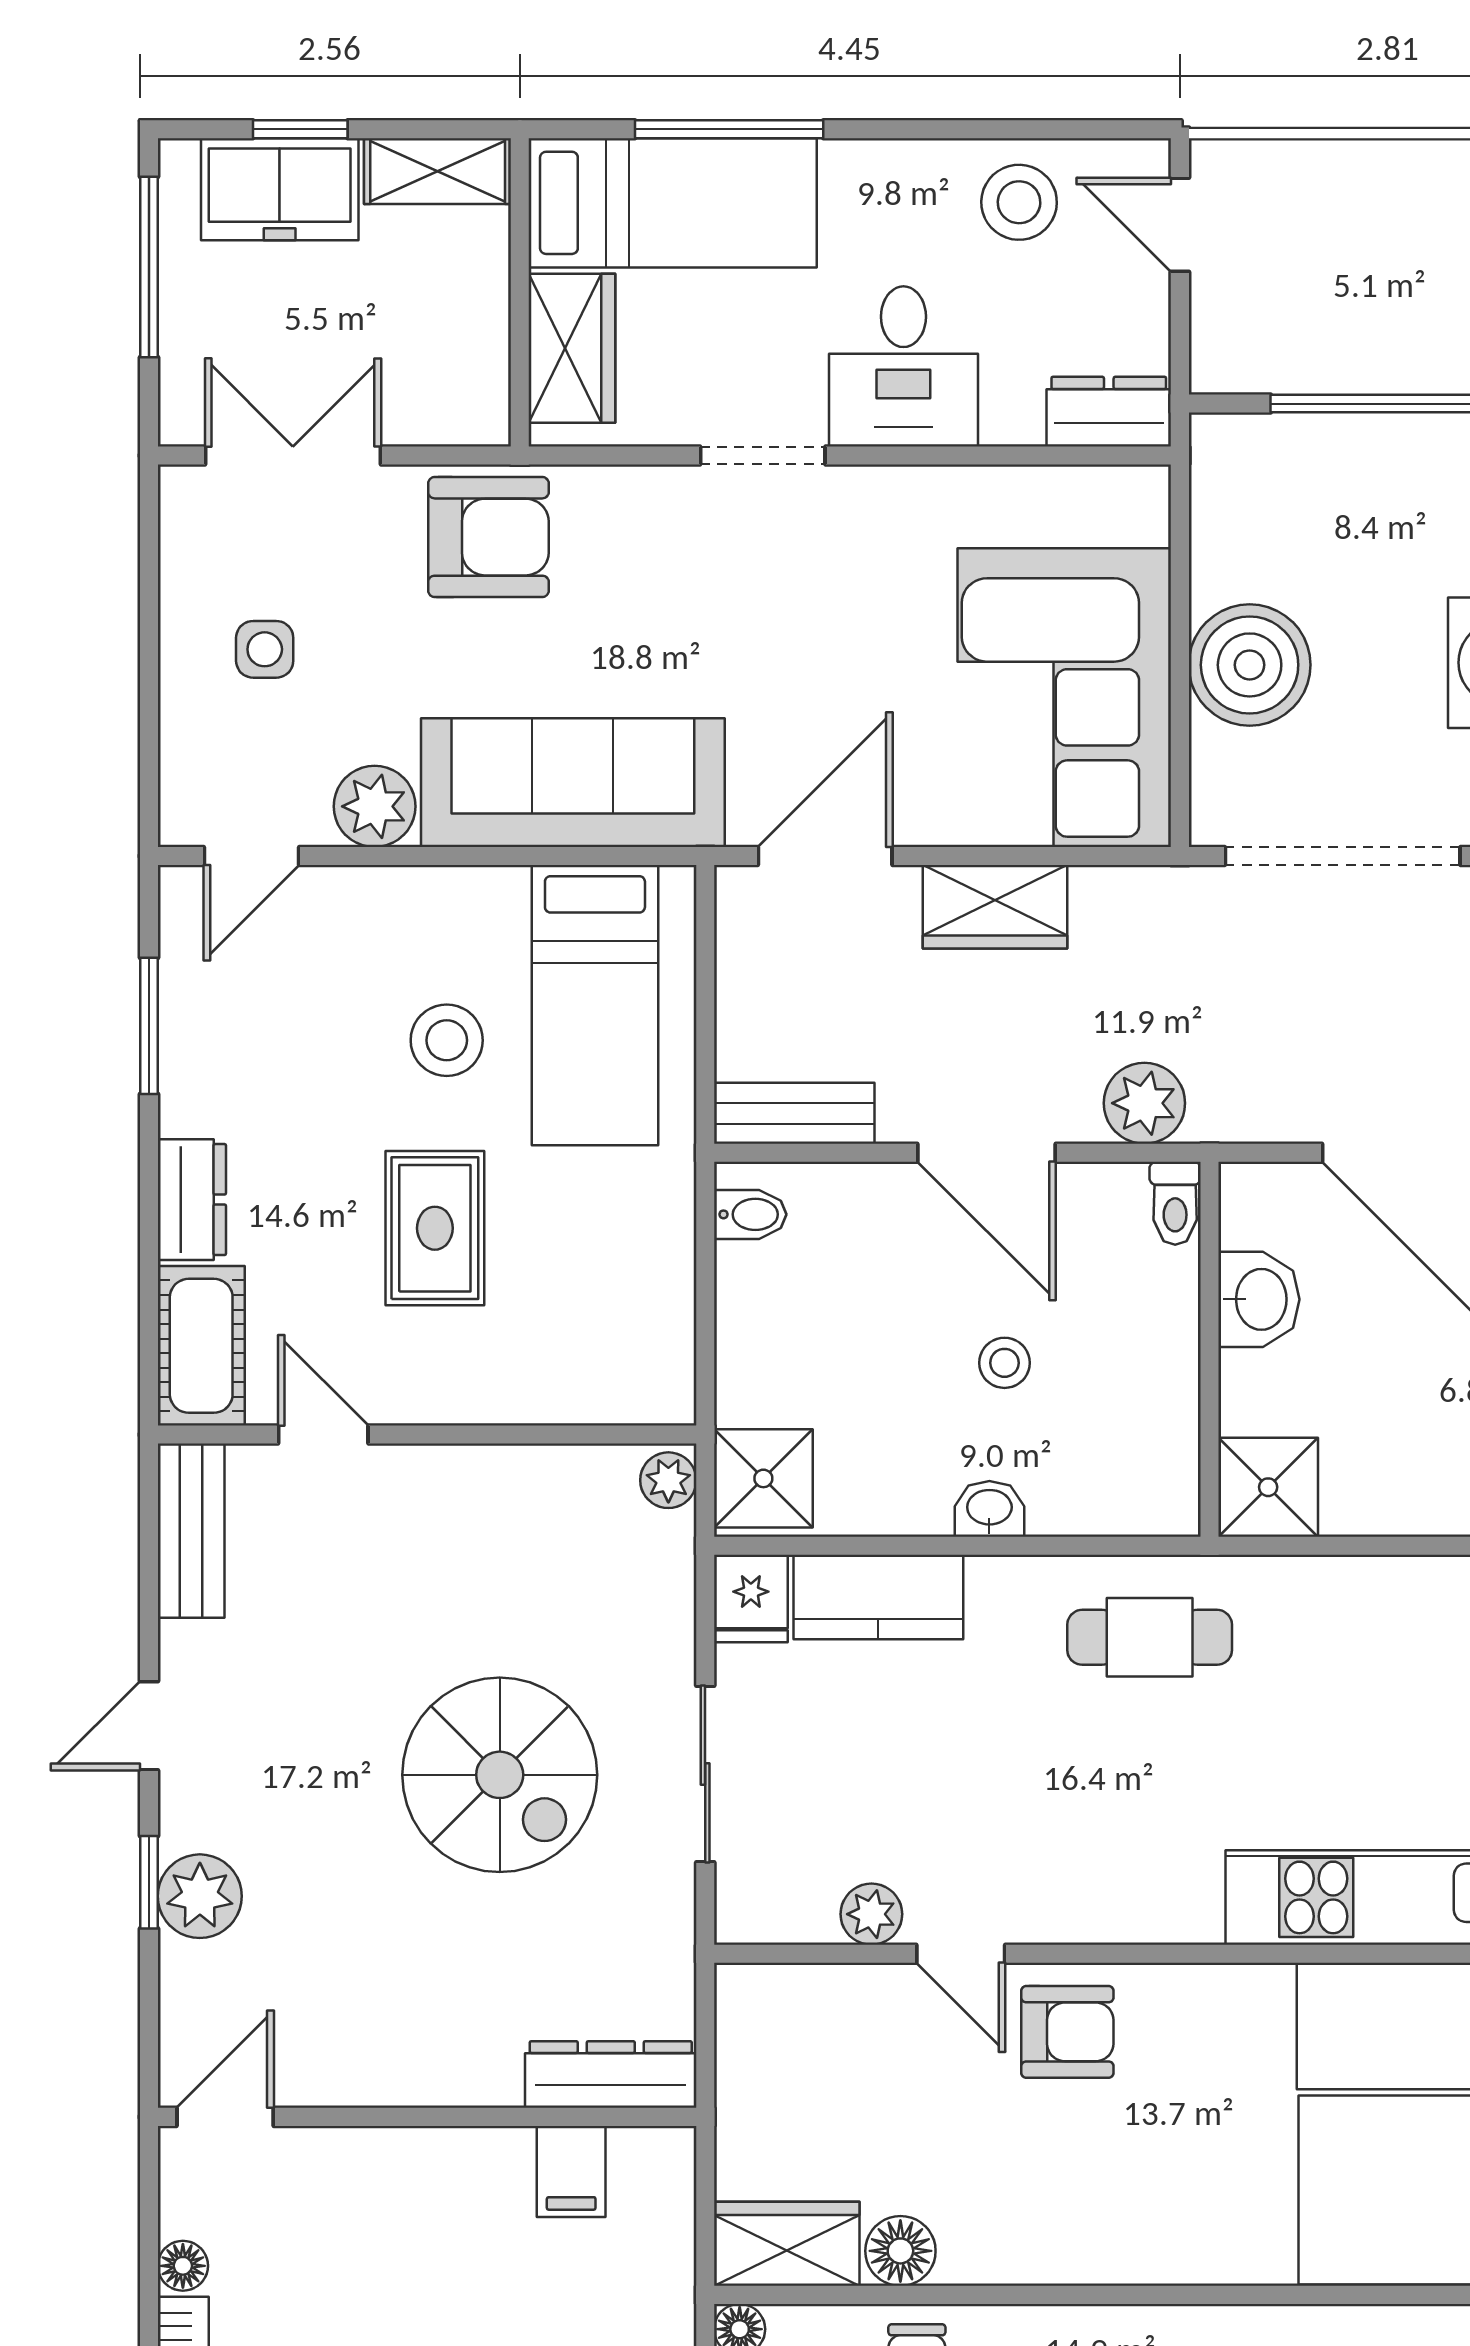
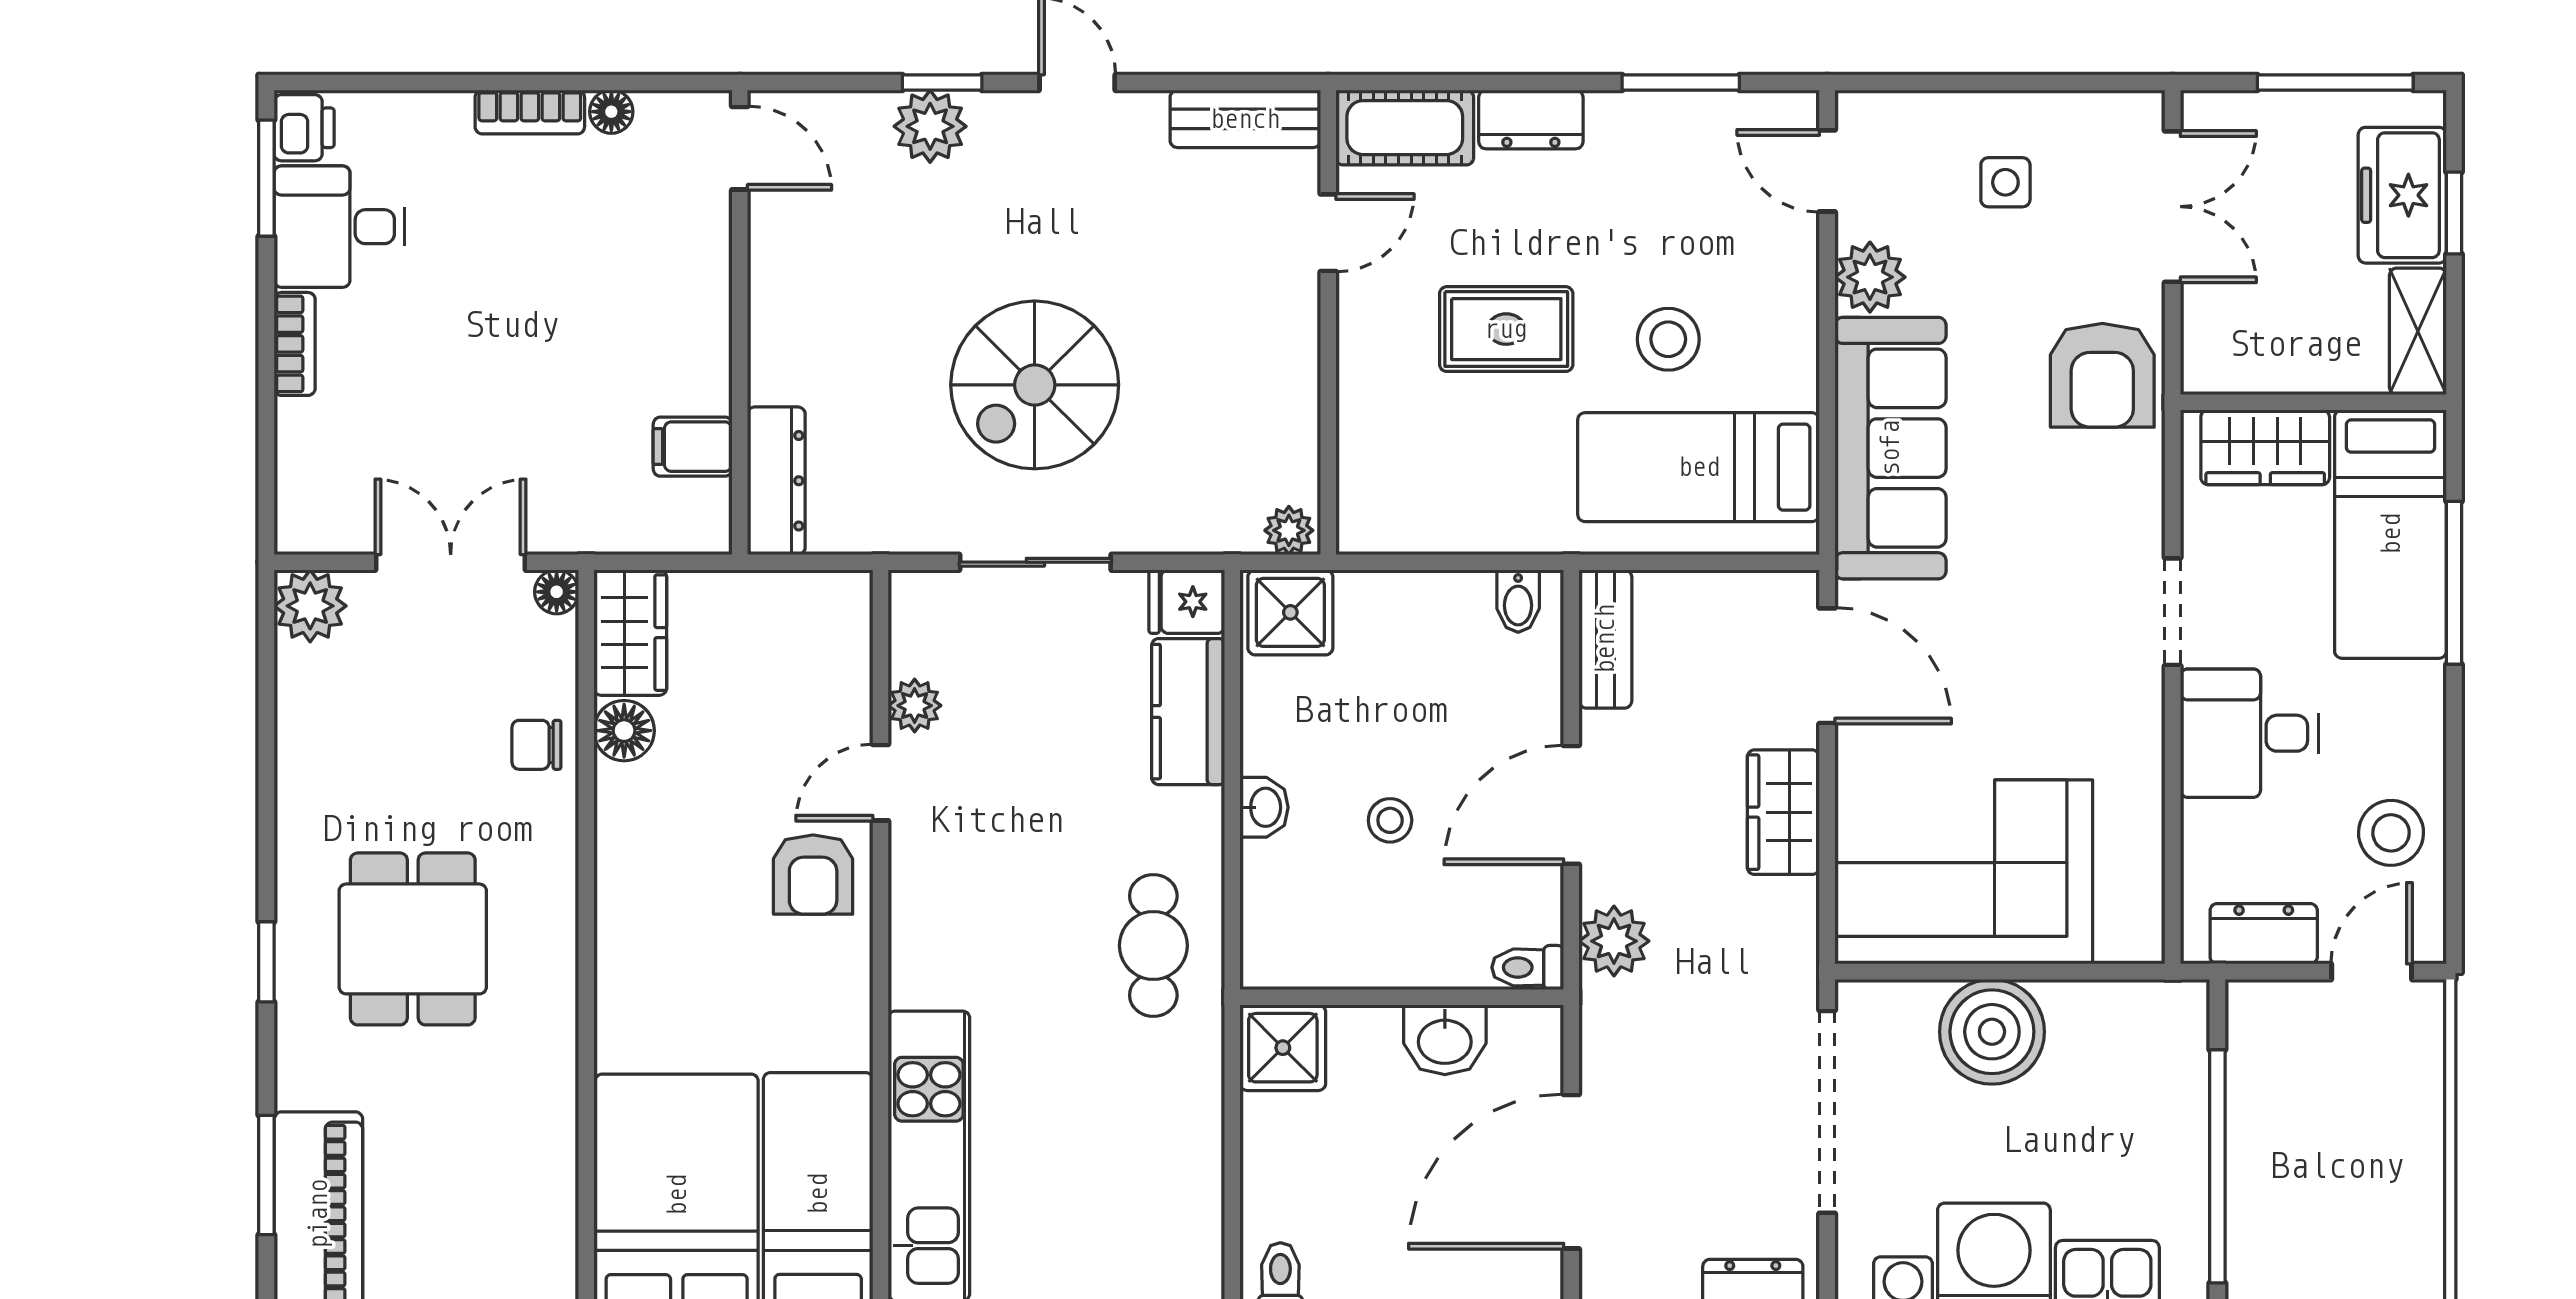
dresser: (1109, 412) -> (2264, 934), moved, turned -90

